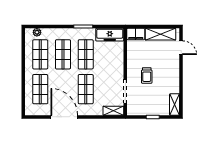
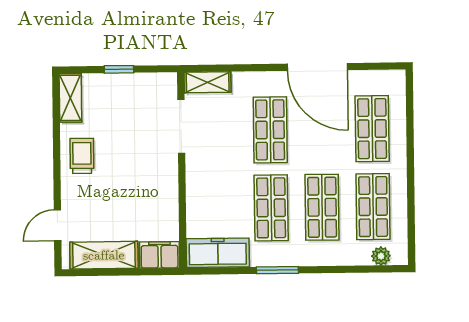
door: (181, 48) -> (58, 225), hinge flipped
trolley: (147, 76) -> (82, 156), moved

